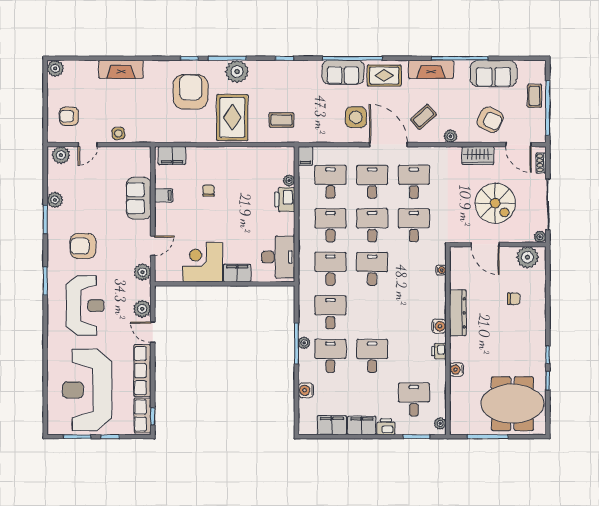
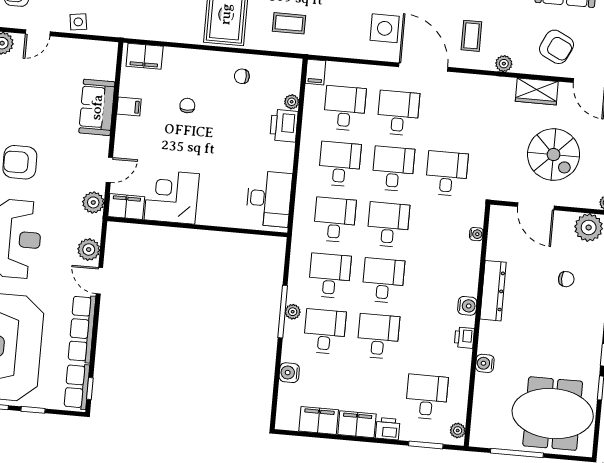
coffee table: (424, 117) -> (471, 36), turned -48
chair: (249, 164) -> (242, 76), added
desk: (414, 182) -> (383, 280), moved
filing cabinet: (237, 273) -> (126, 207), moved

